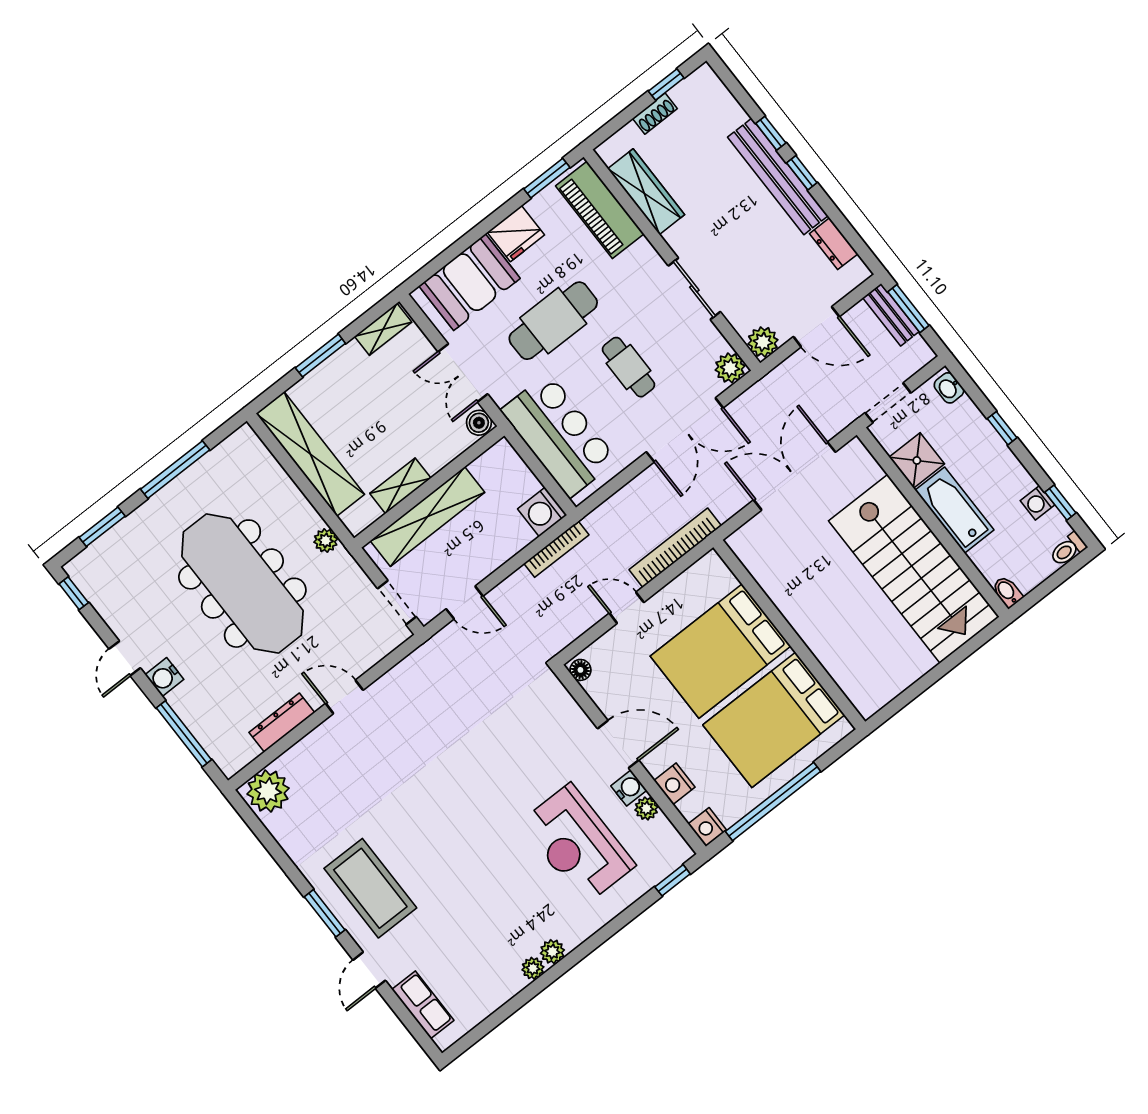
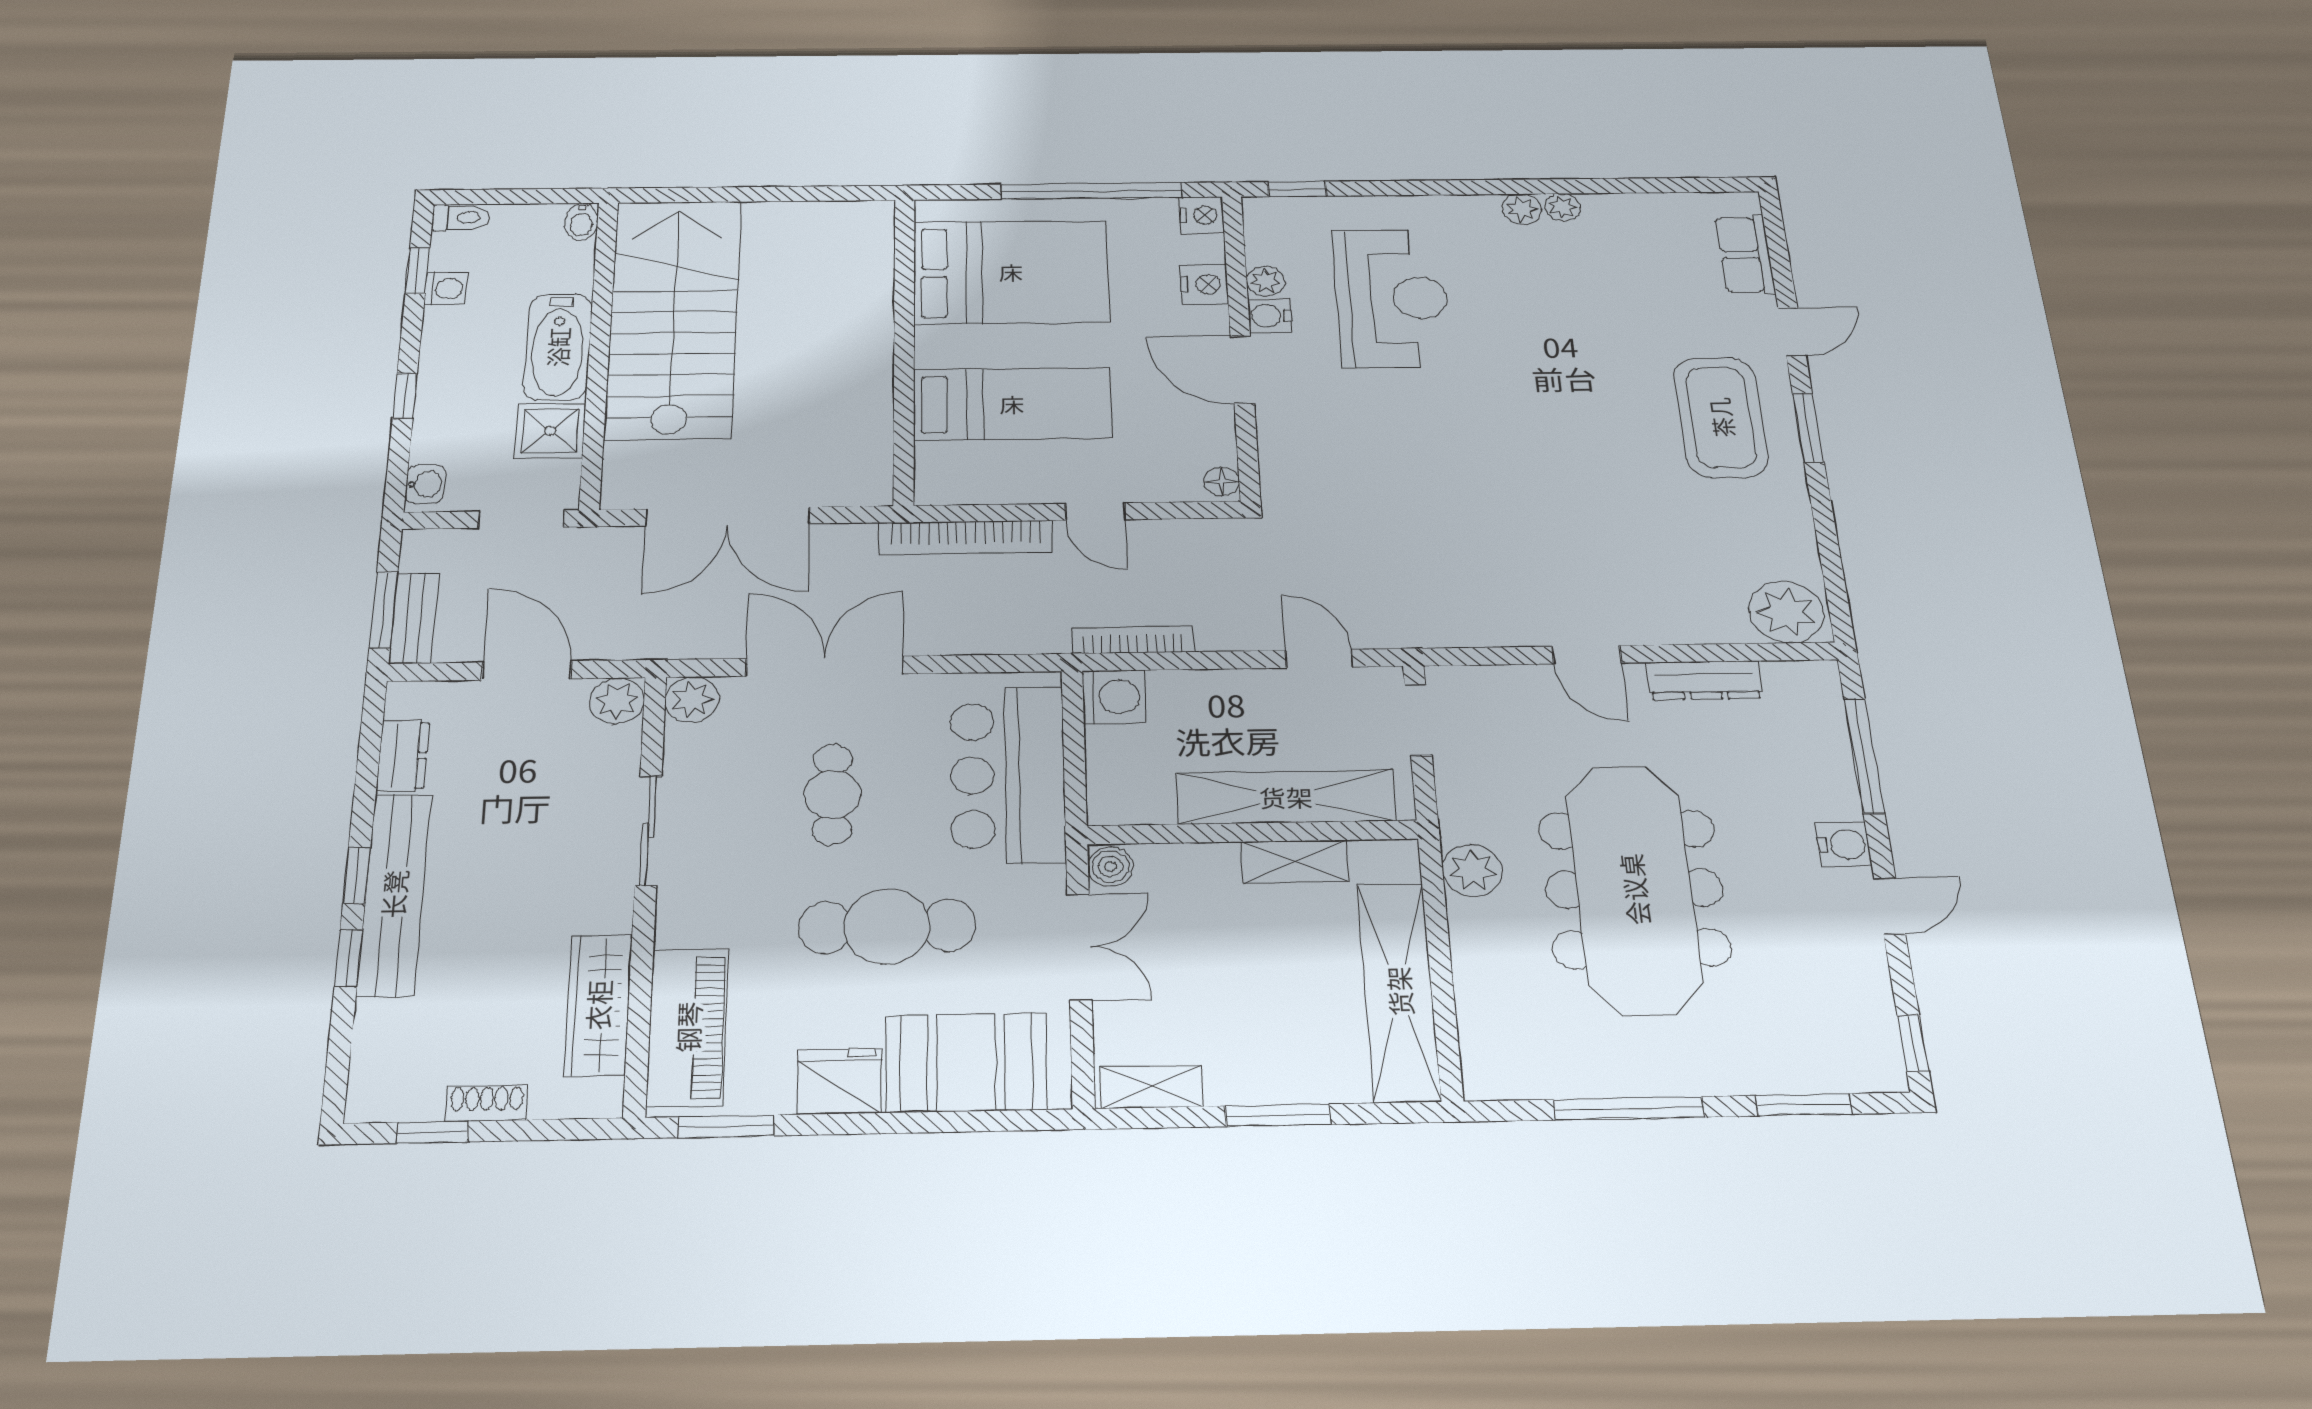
plant: (326, 541) -> (1472, 870), width x1.38, depth x1.38
bed: (720, 651) -> (1012, 404), width x0.67

